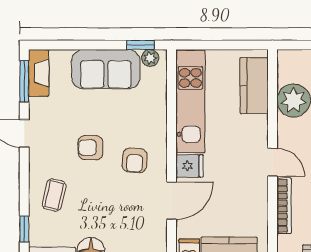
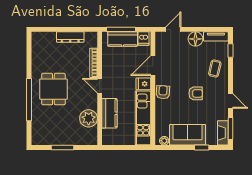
window: (140, 45) -> (202, 148), moved
kitchen counter: (254, 86) -> (109, 113), moved
armchair: (135, 160) -> (163, 92), moved

